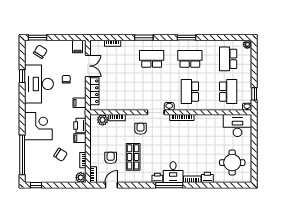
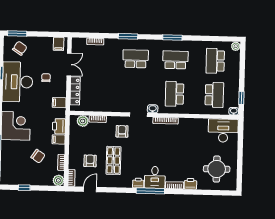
window: (36, 185) -> (24, 188), moved

